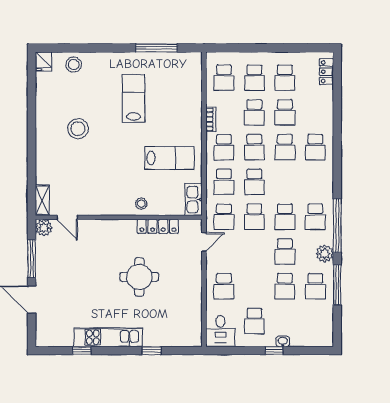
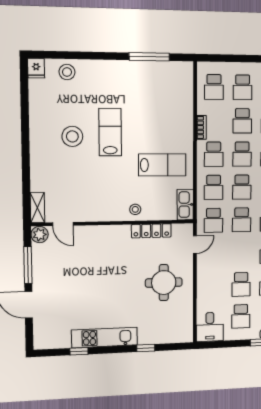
lab bench: (133, 98) -> (110, 132), moved
round table: (139, 277) -> (164, 283), moved
school desk: (224, 286) -> (241, 284), moved

